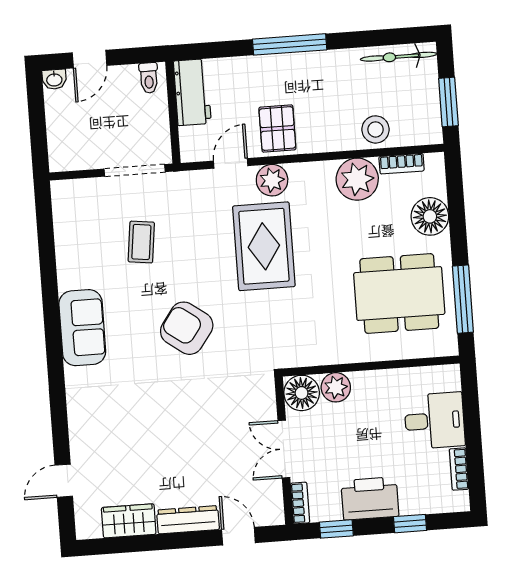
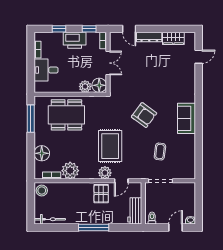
window: (448, 102) -> (31, 199), removed
stool: (376, 129) -> (42, 191), moved
dining table: (399, 294) -> (66, 115), moved

